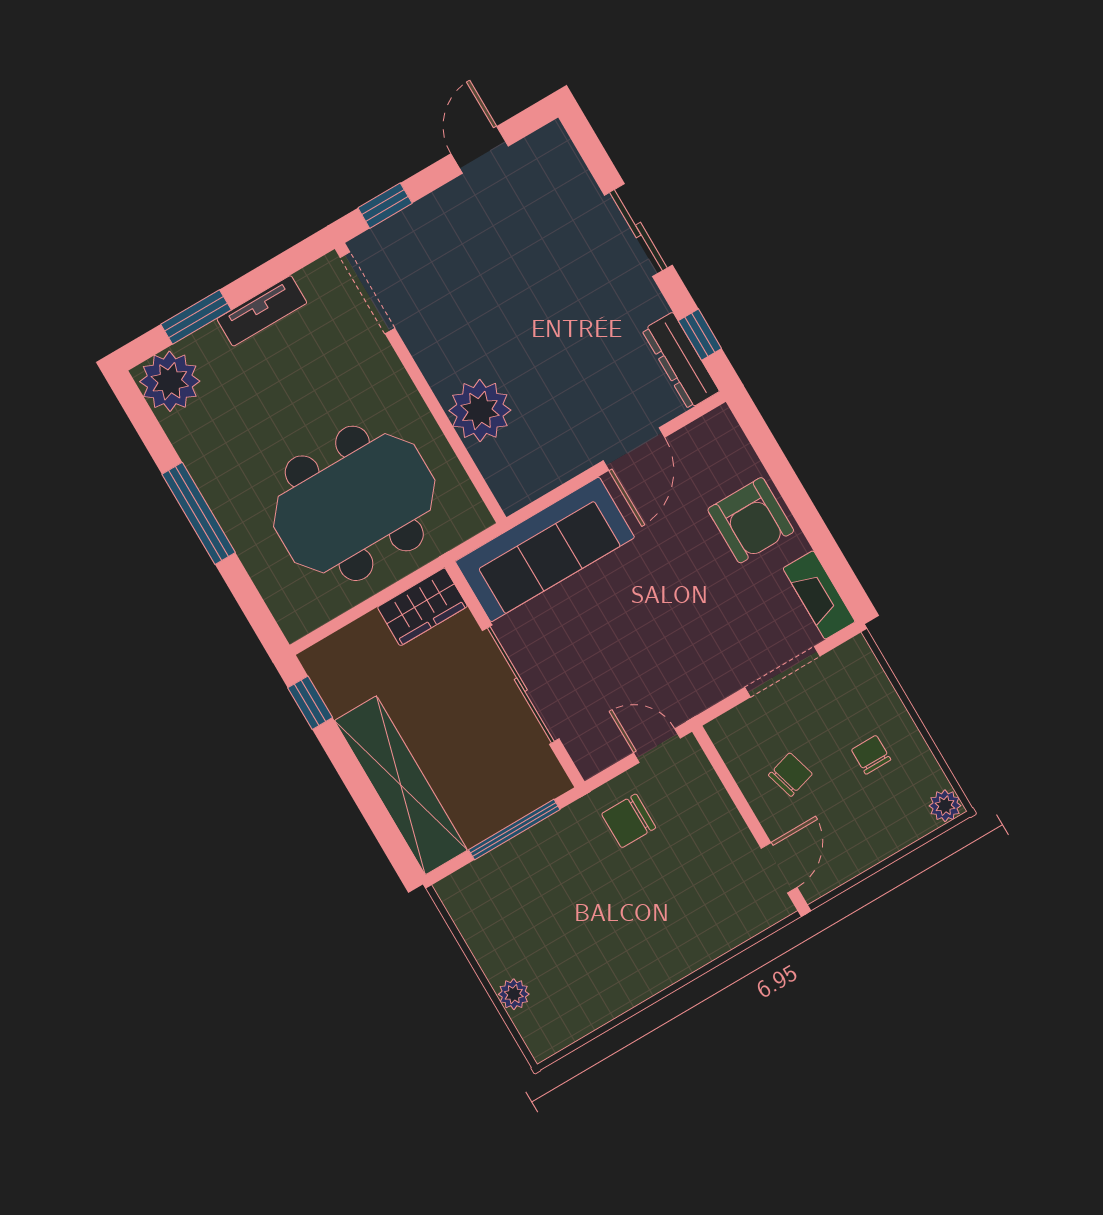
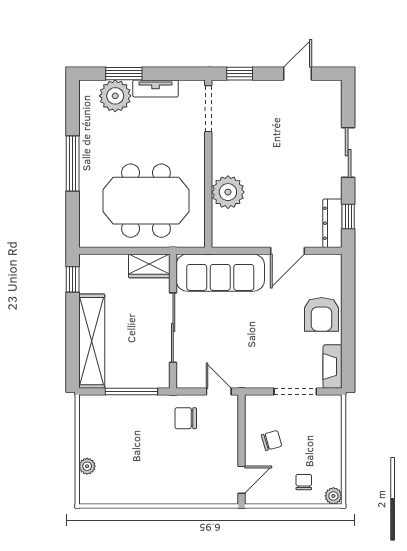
plant: (170, 381) -> (115, 96), moved
chair: (871, 755) -> (304, 482), moved

